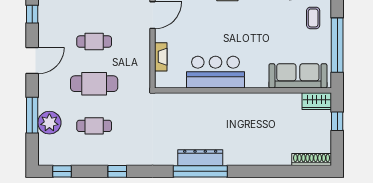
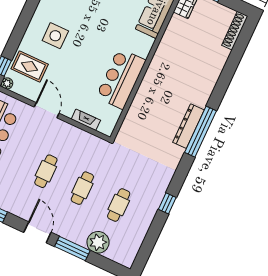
cafe table: (94, 84) -> (82, 188), width x0.73, depth x0.74
window: (32, 115) -> (72, 249), moved
window: (62, 171) -> (145, 251), removed

